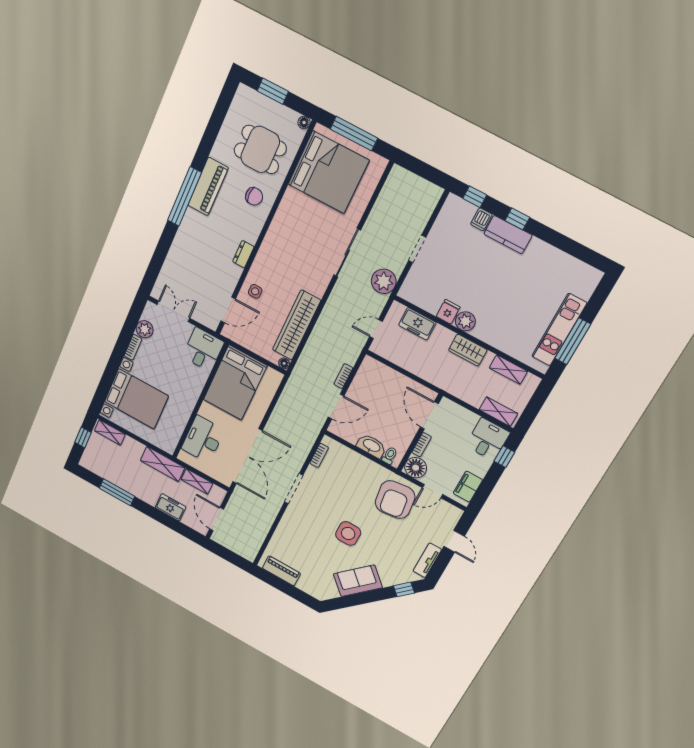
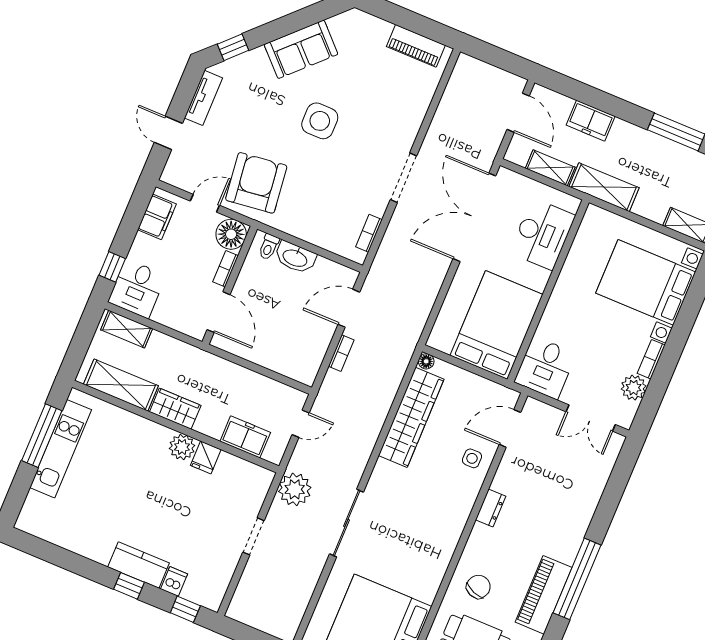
chair: (254, 196) -> (478, 587), turned 111
shelving: (508, 370) -> (121, 385), width x1.50, depth x1.33

